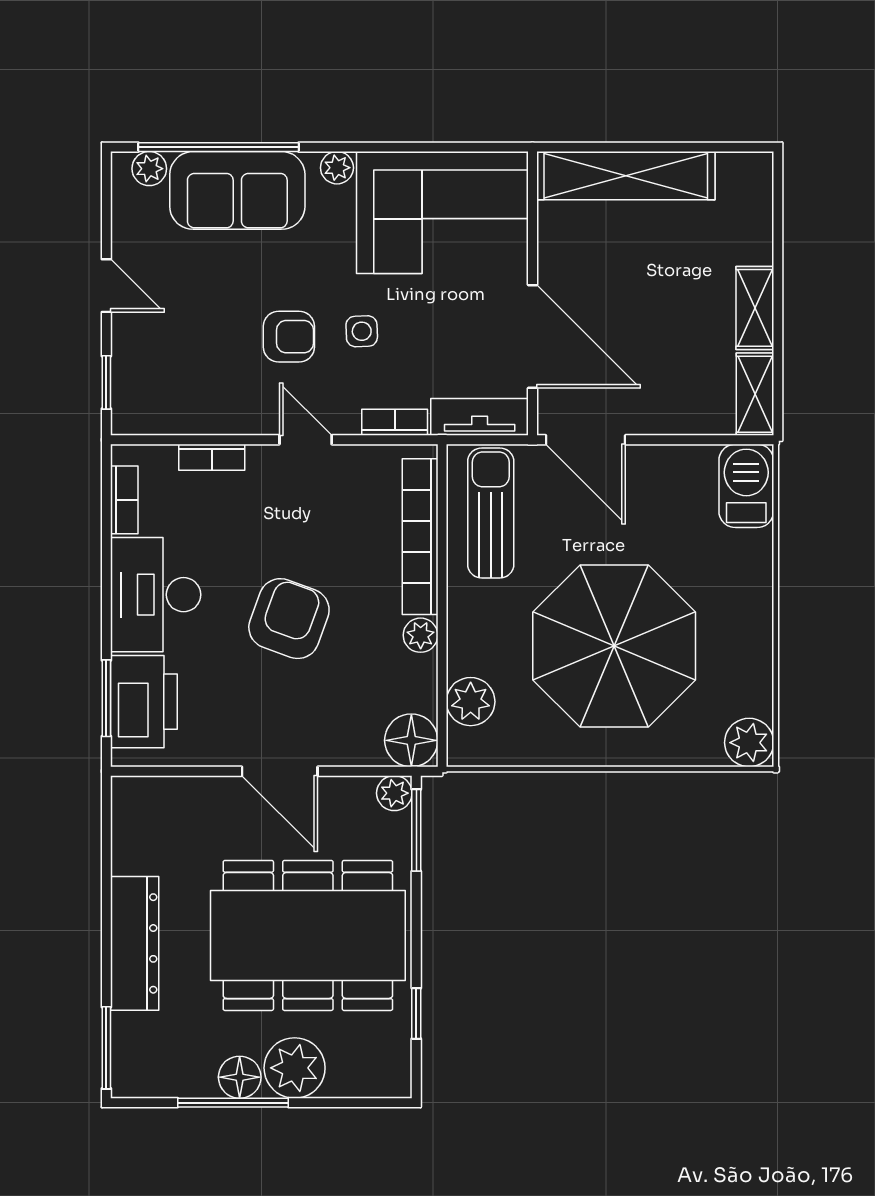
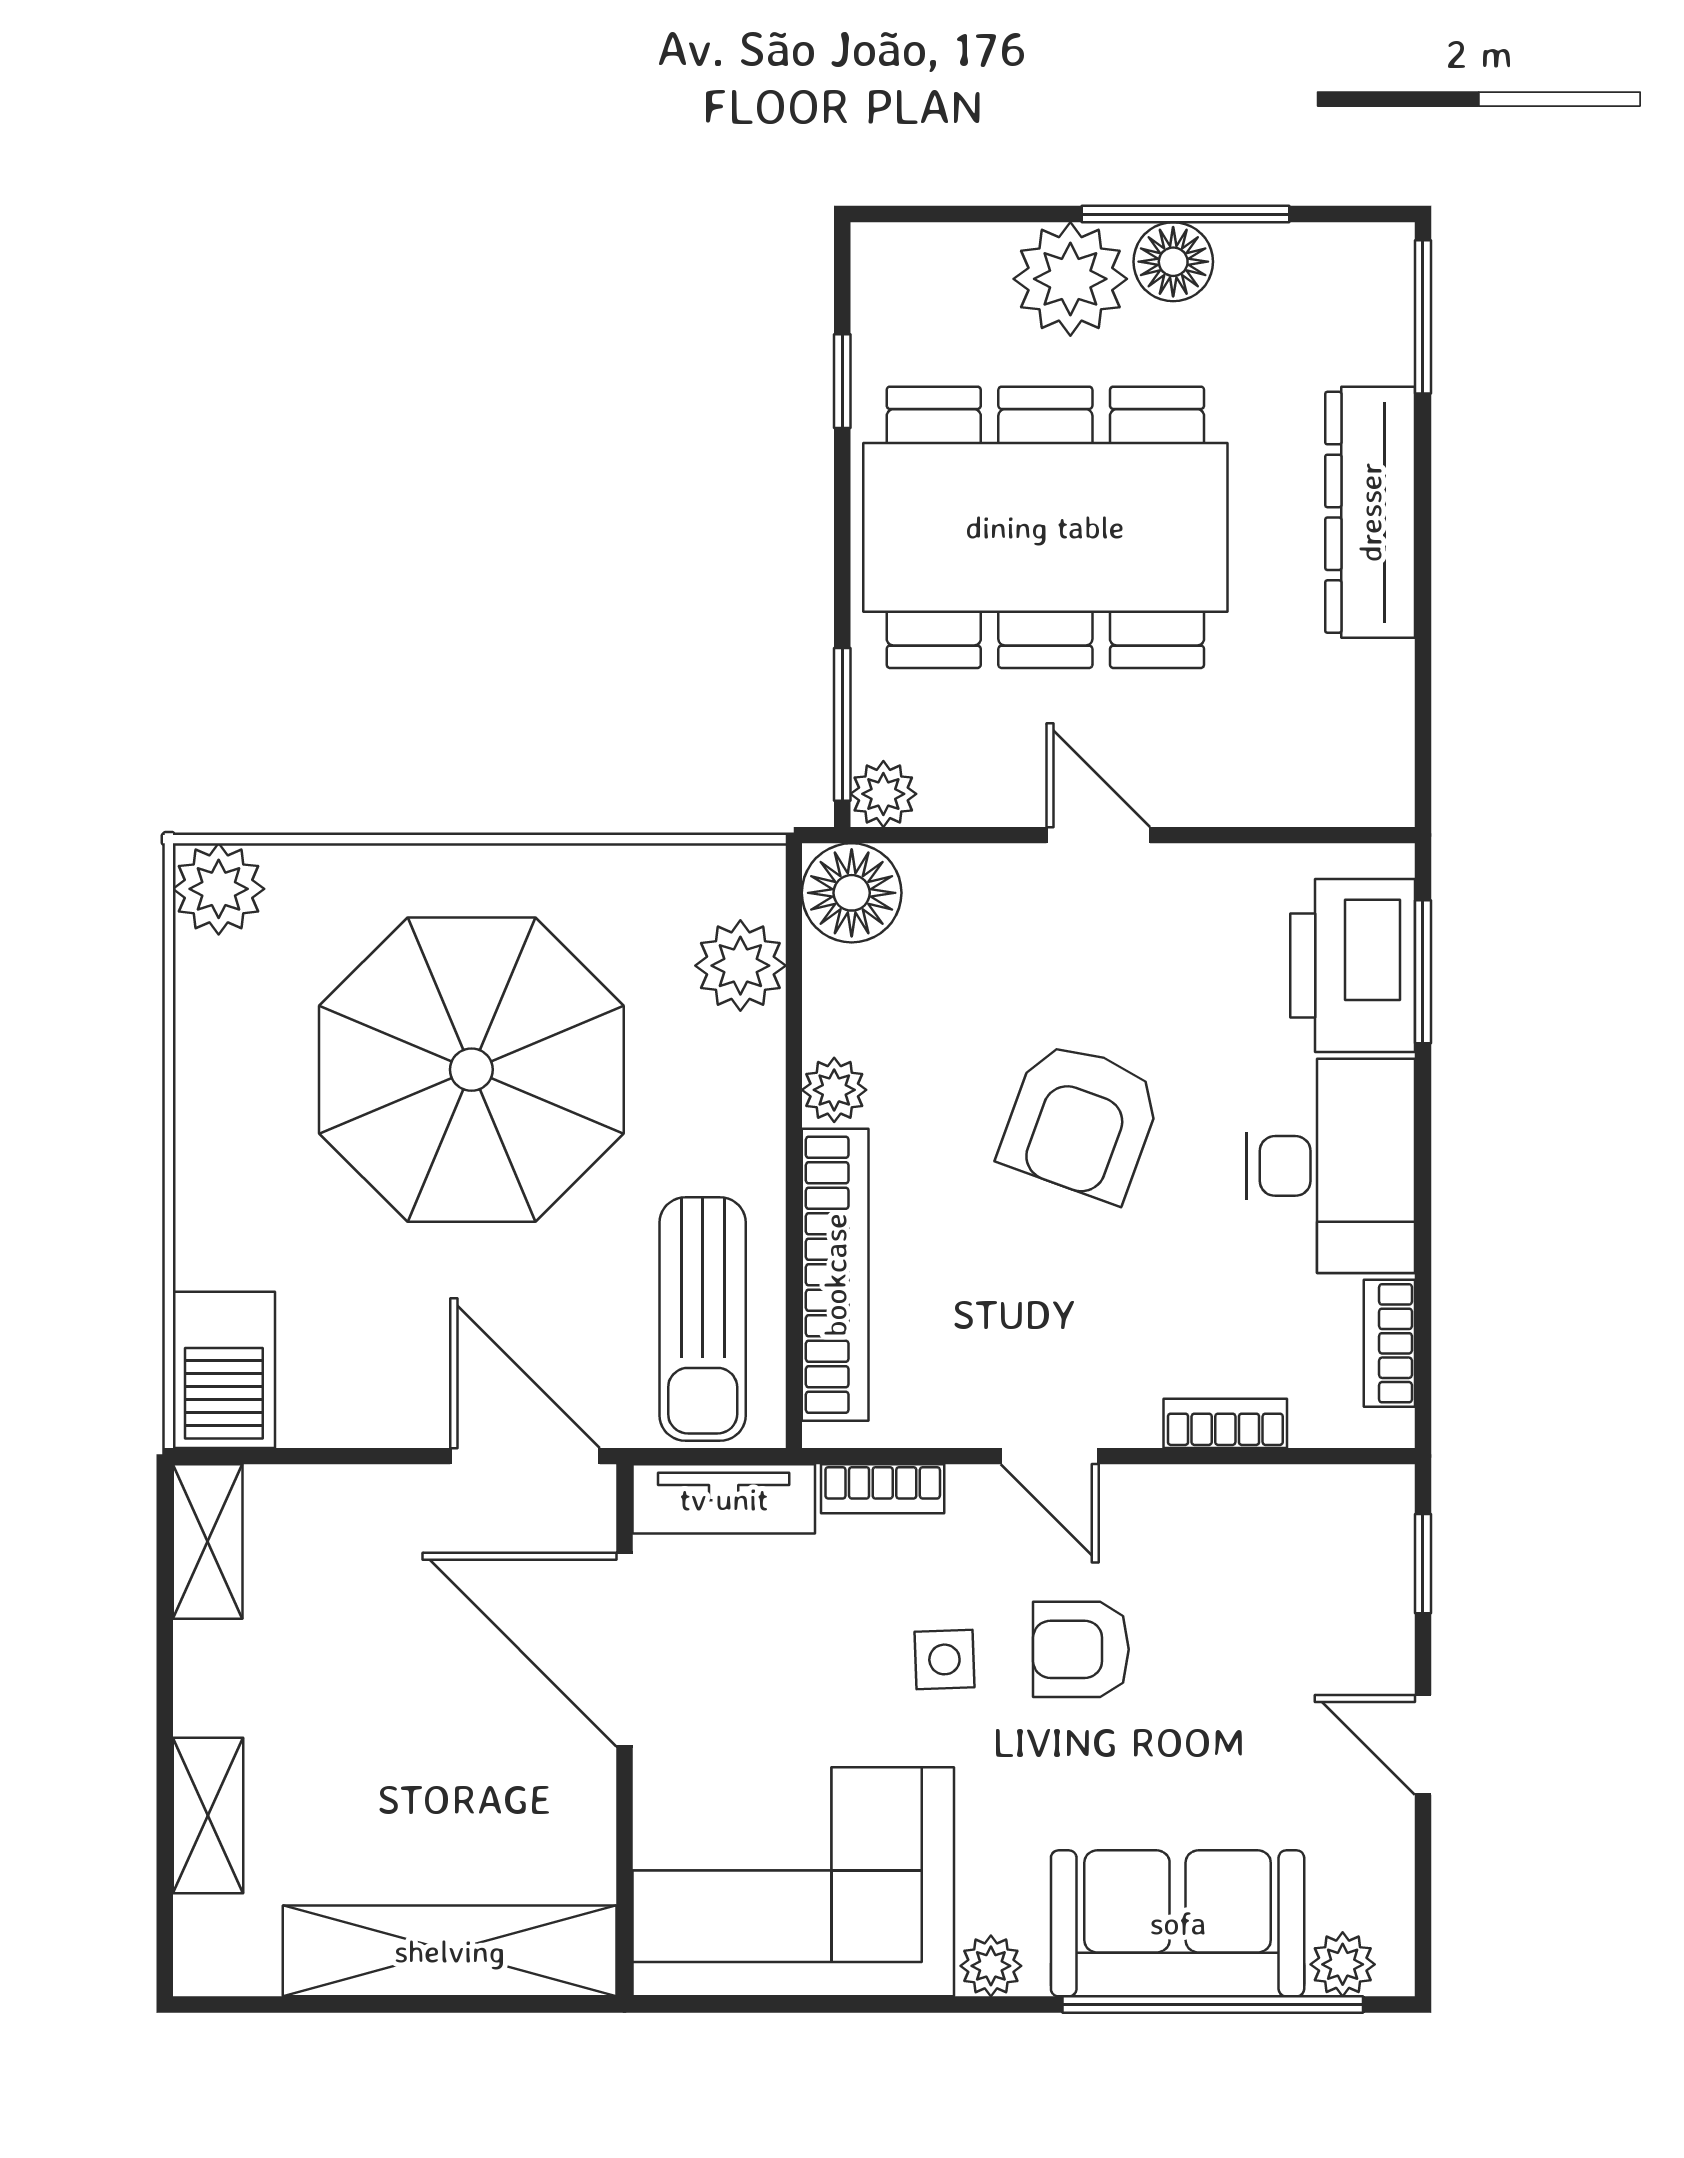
shelving: (755, 308) -> (208, 1816), moved
door: (280, 771) -> (1098, 835), width x0.73

